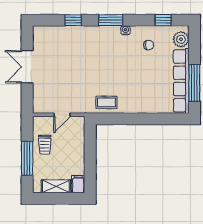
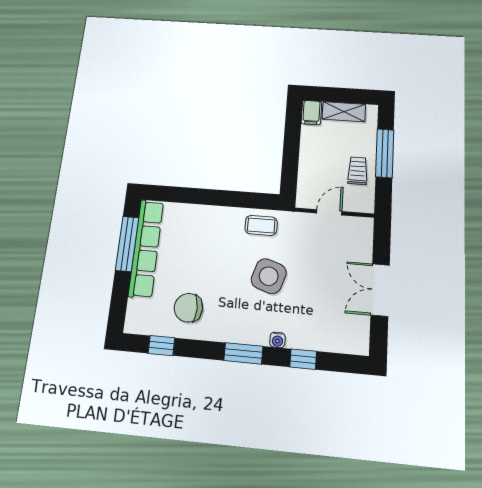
water cooler: (125, 30) -> (277, 340), moved
plant: (181, 39) -> (138, 312), removed
chair: (149, 45) -> (188, 308), width x1.87, depth x1.87
double door: (27, 67) -> (380, 290), swing flipped
side table: (99, 70) -> (269, 276), added

